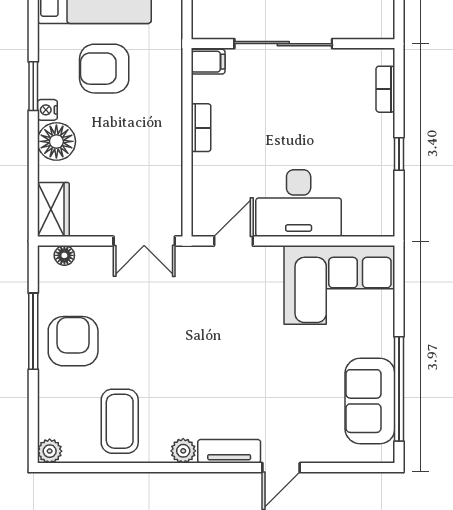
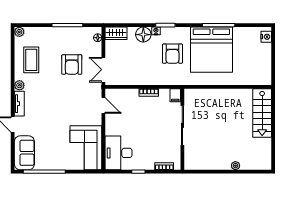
armchair: (104, 69) -> (172, 54), turned 180
desk: (299, 203) -> (119, 153), moved
armchair: (73, 341) -> (72, 64), moved, turned 90
sofa: (370, 401) -> (24, 153), moved, turned 90
coffee table: (120, 421) -> (31, 60), turned 90

